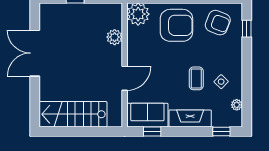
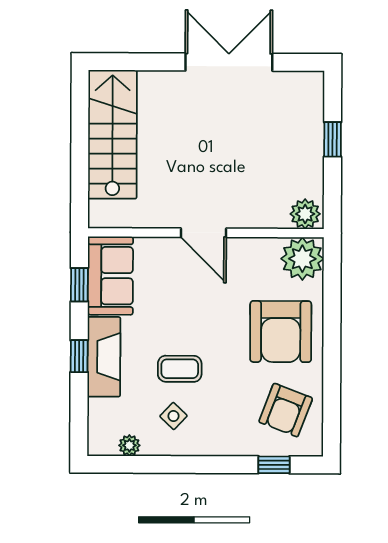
plant: (115, 37) -> (305, 214), moved
door: (125, 78) -> (203, 233), moved
window: (221, 131) -> (79, 356), moved

